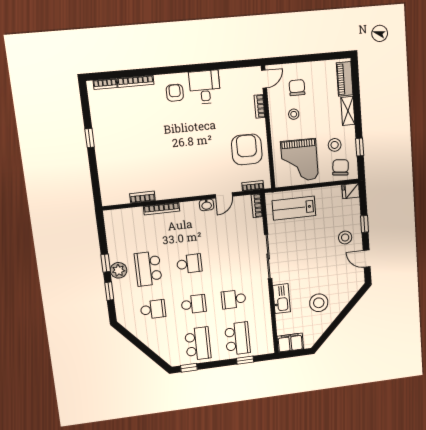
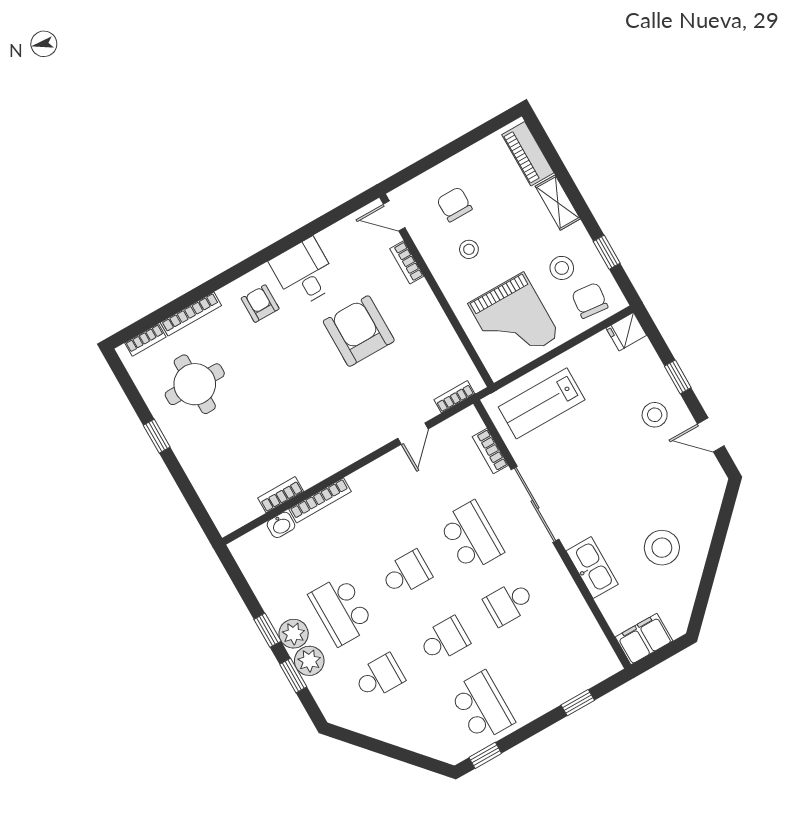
door: (264, 79) -> (394, 216), swing flipped
round table: (122, 120) -> (195, 384), added
armchair: (247, 149) -> (359, 331), moved
washbasin: (207, 205) -> (281, 525), moved
bookcase: (257, 206) -> (490, 451), moved
plant: (121, 287) -> (309, 661), added
school desk: (237, 339) -> (471, 536), moved

